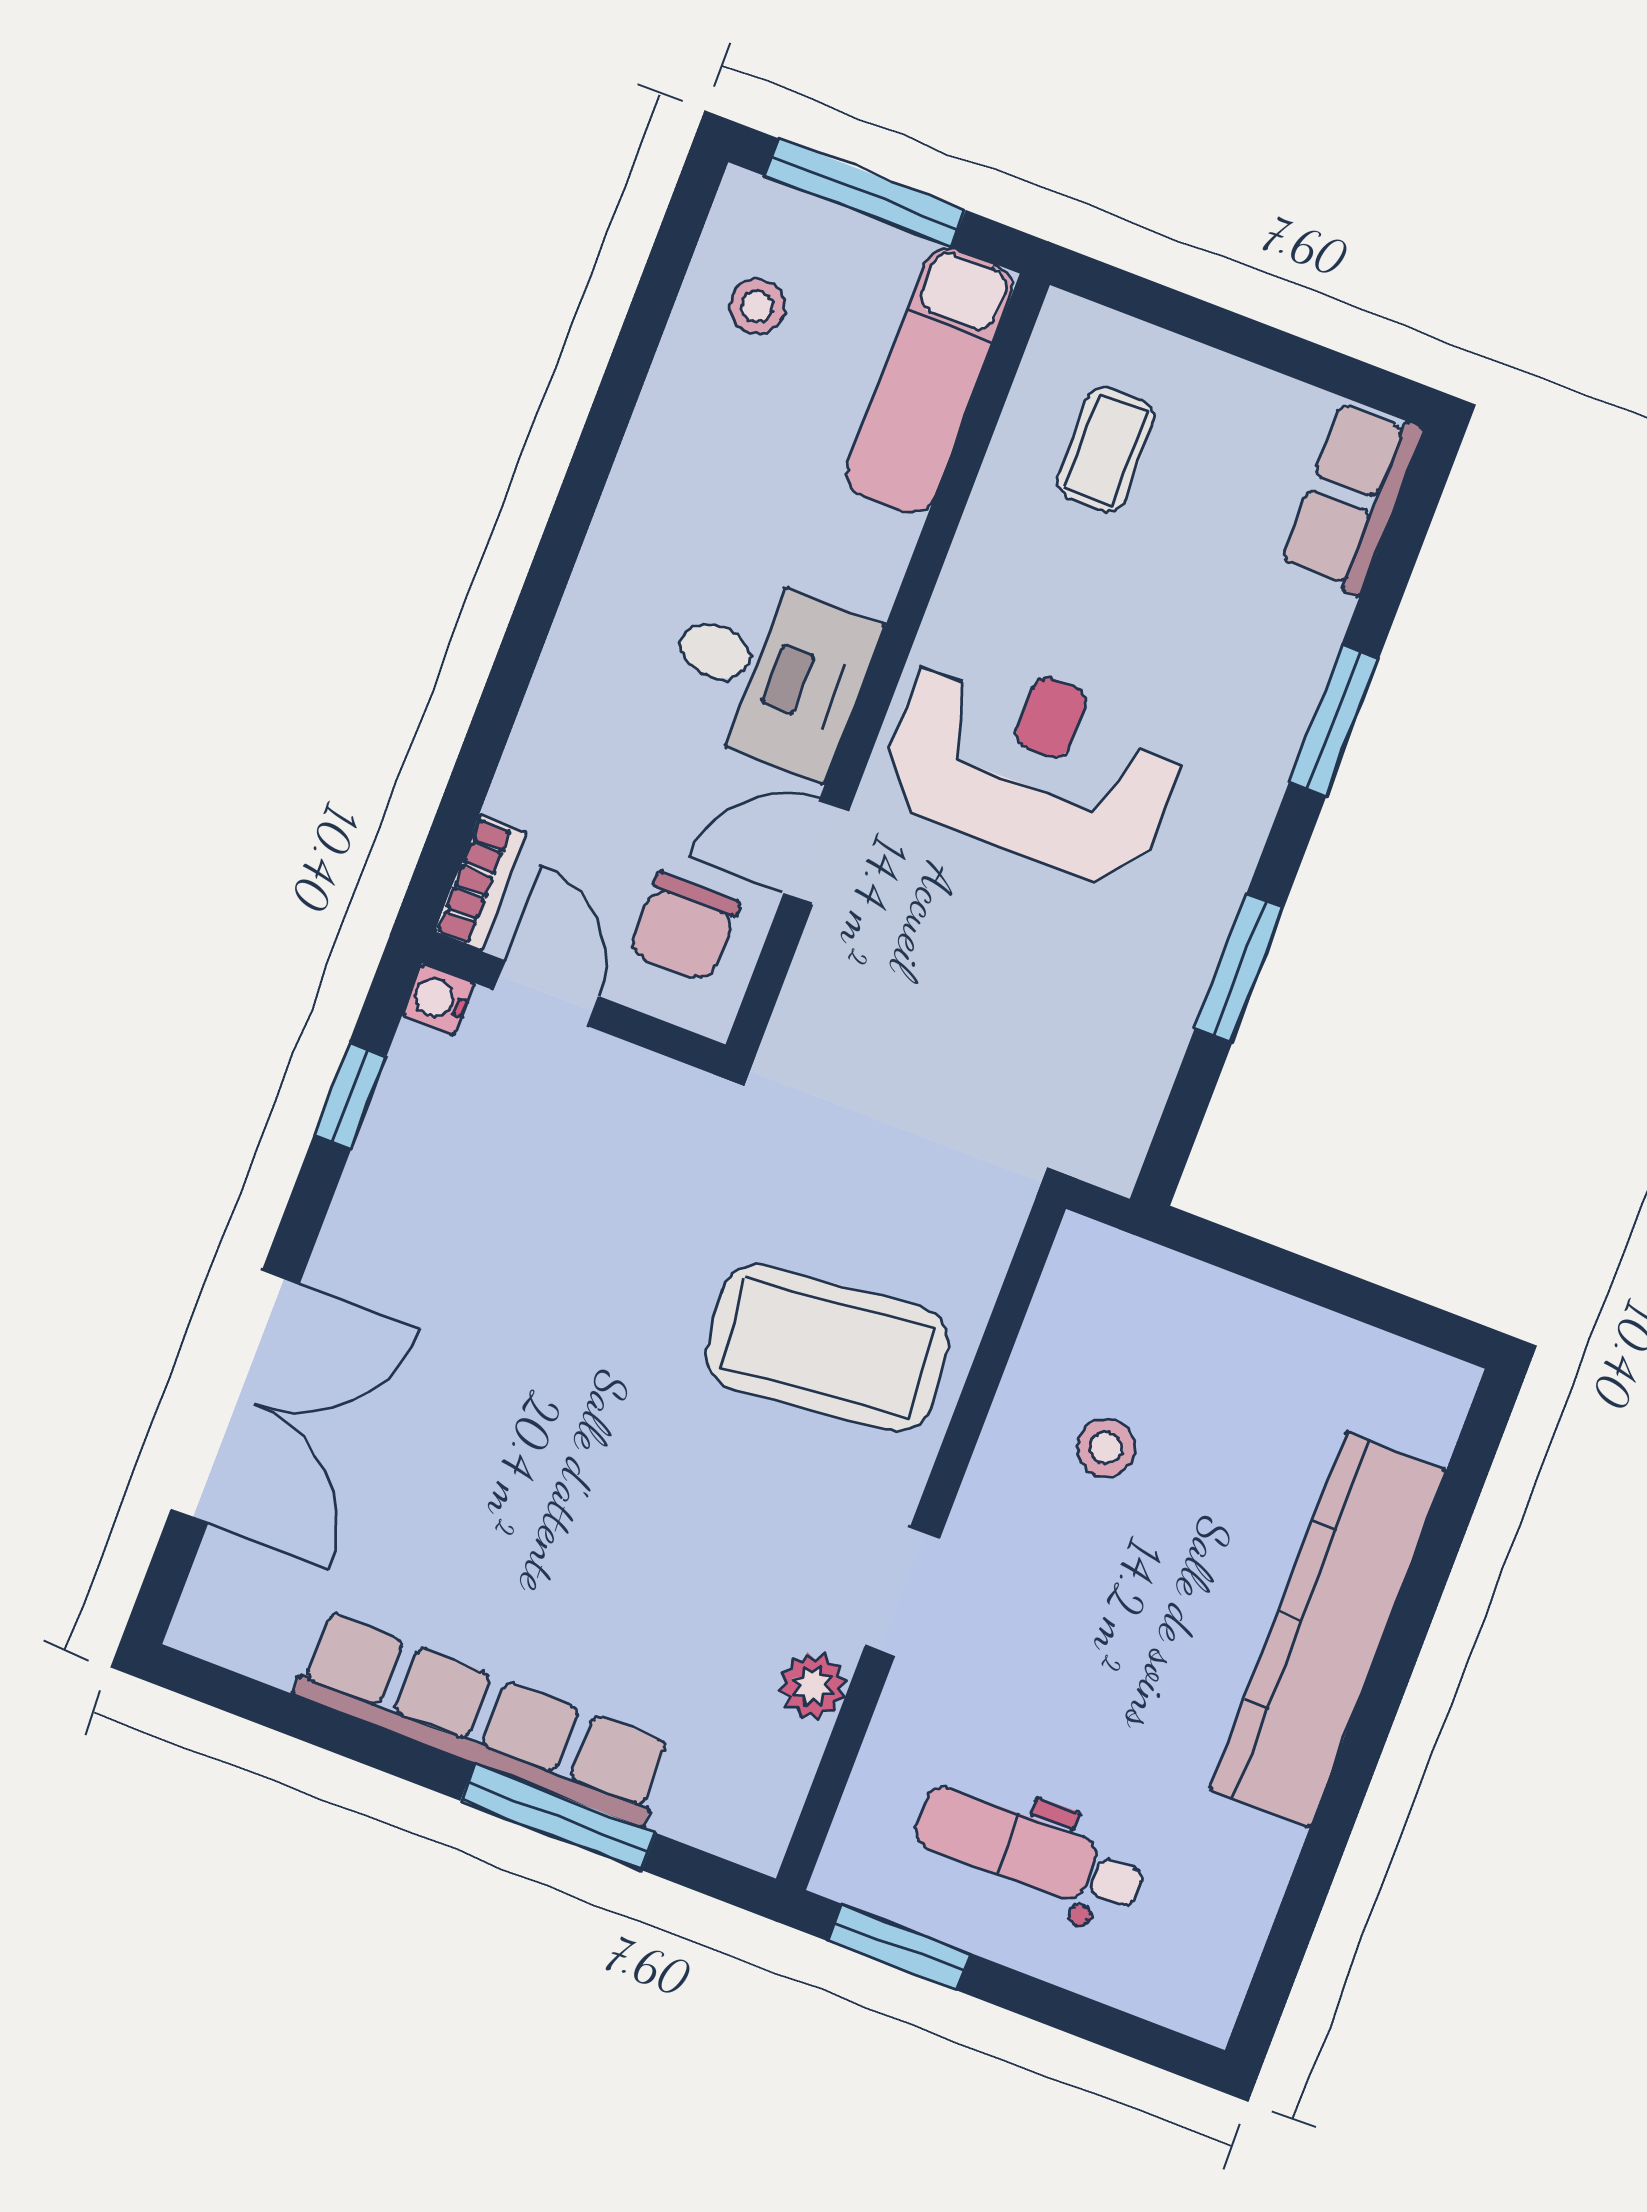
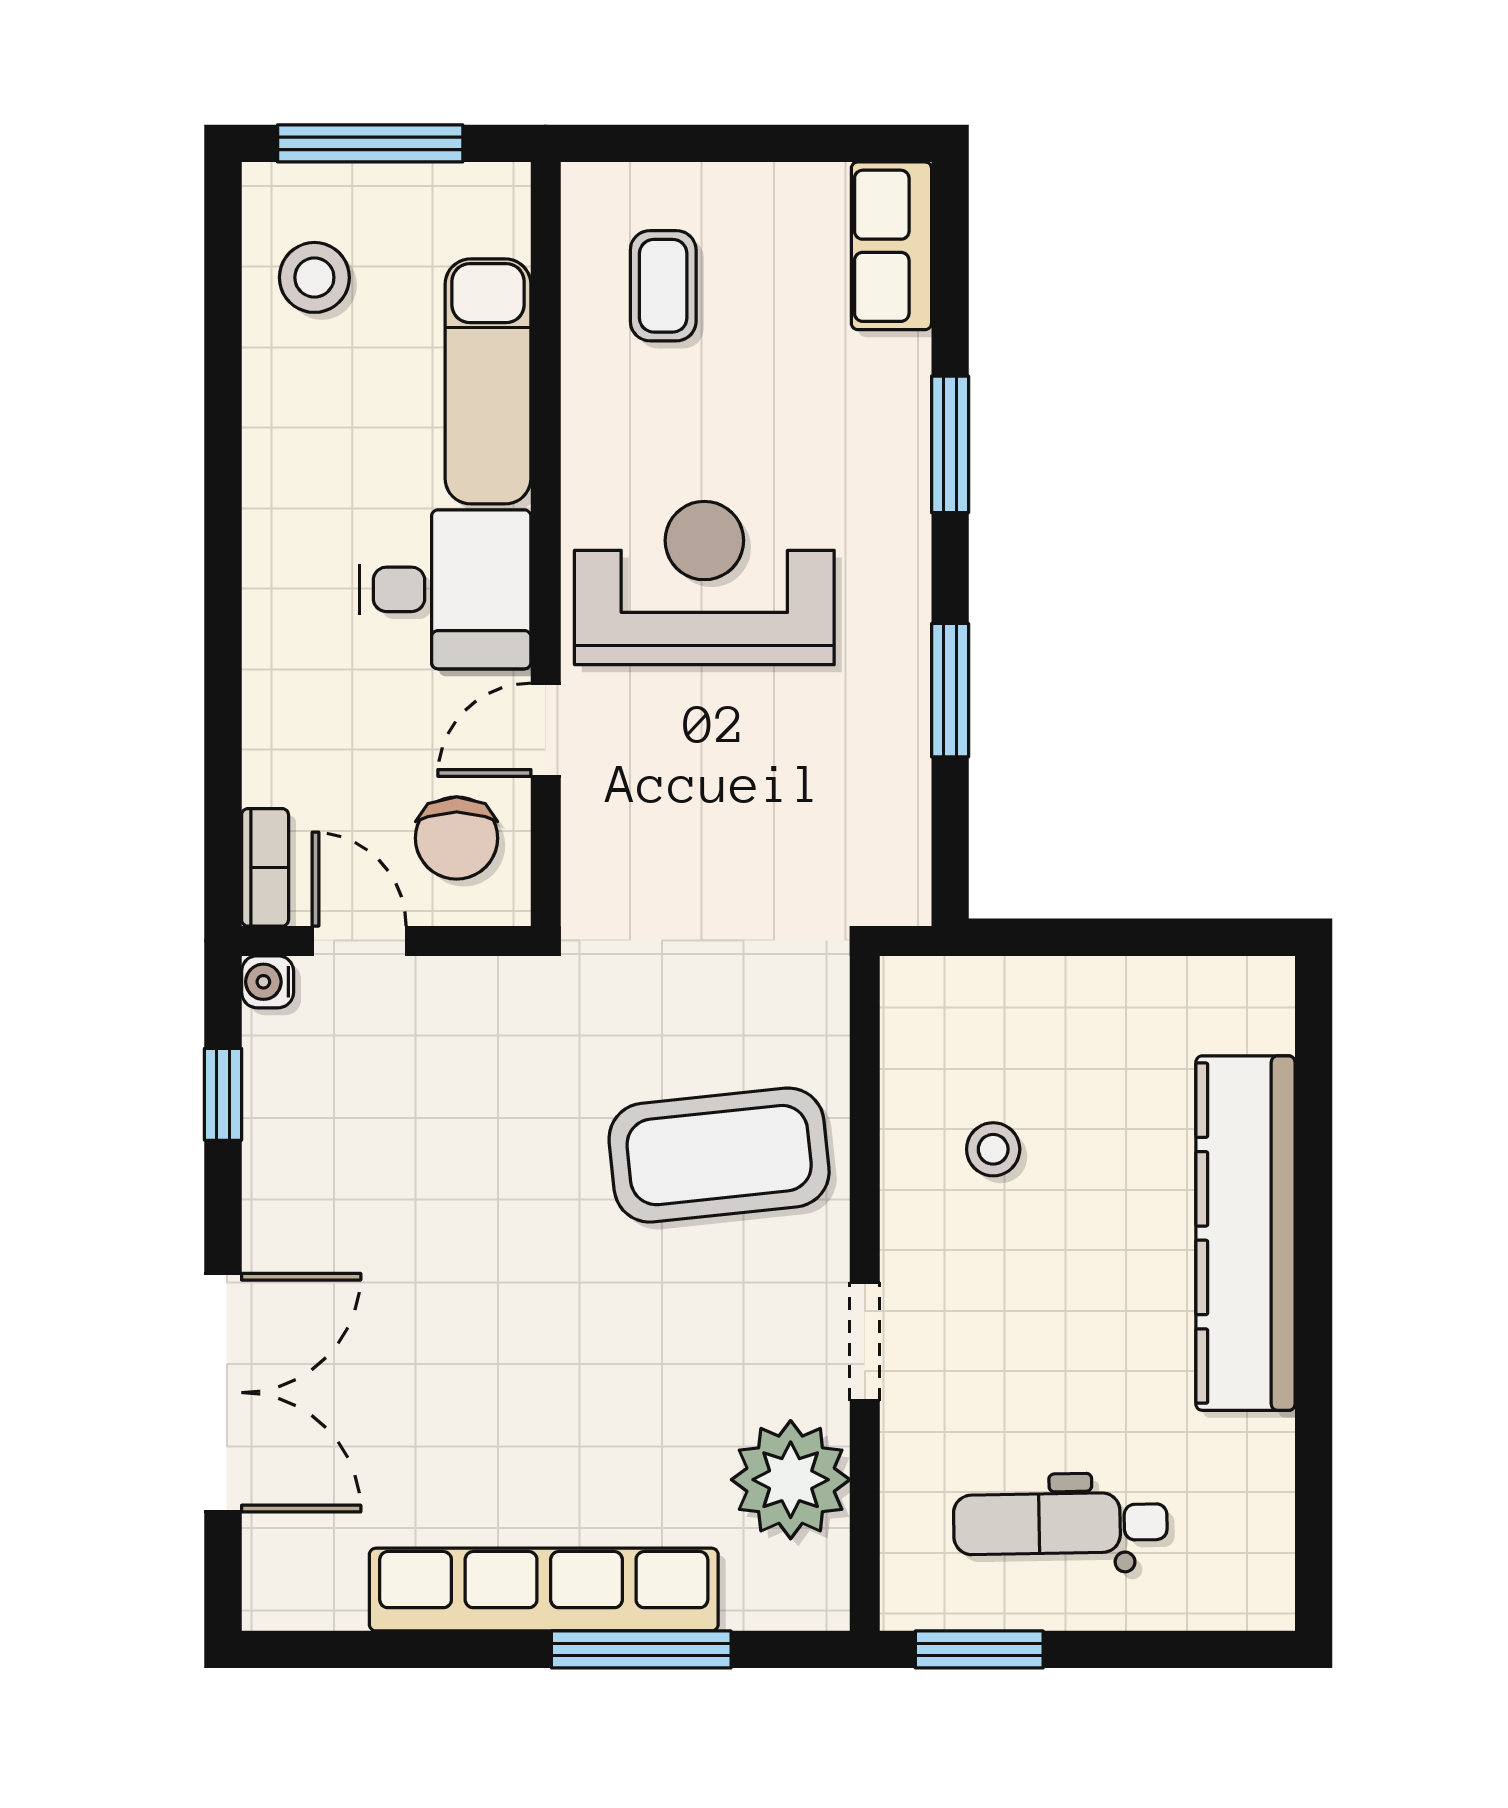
stool: (757, 307) -> (314, 277), width x1.37, depth x1.37
exam couch: (929, 381) -> (488, 381), moved
plant: (813, 1686) -> (791, 1480), width x1.88, depth x1.88

